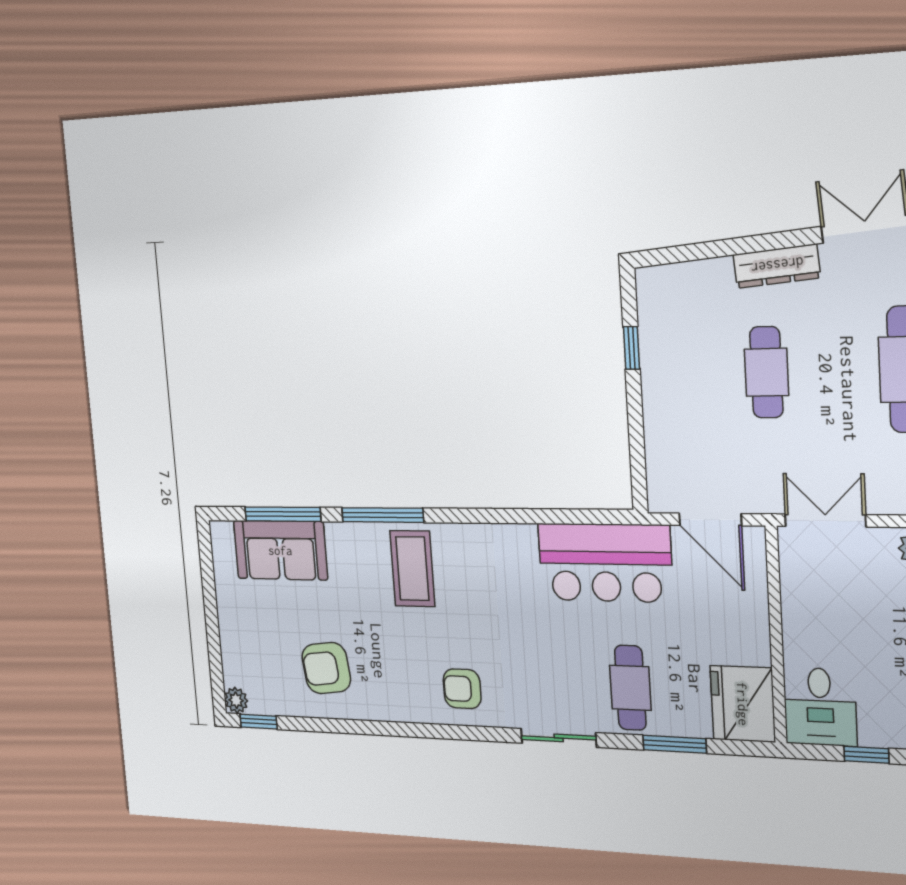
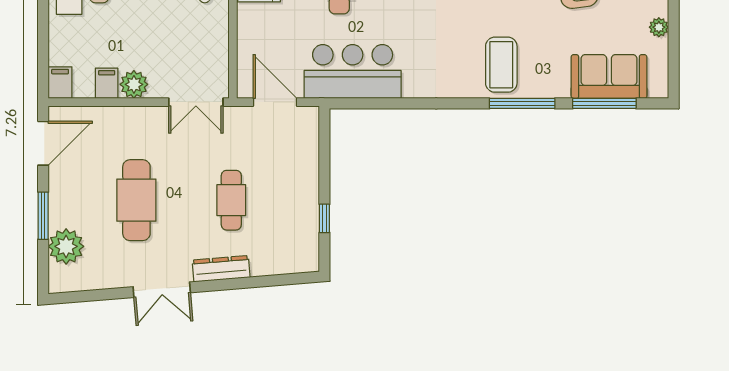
plant: (228, 614) -> (659, 27), added

